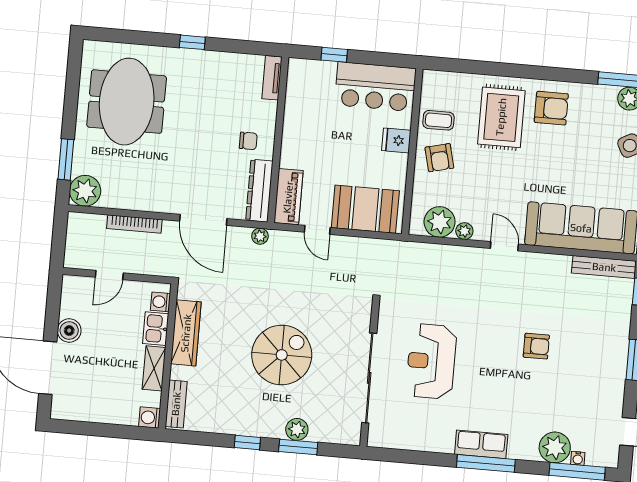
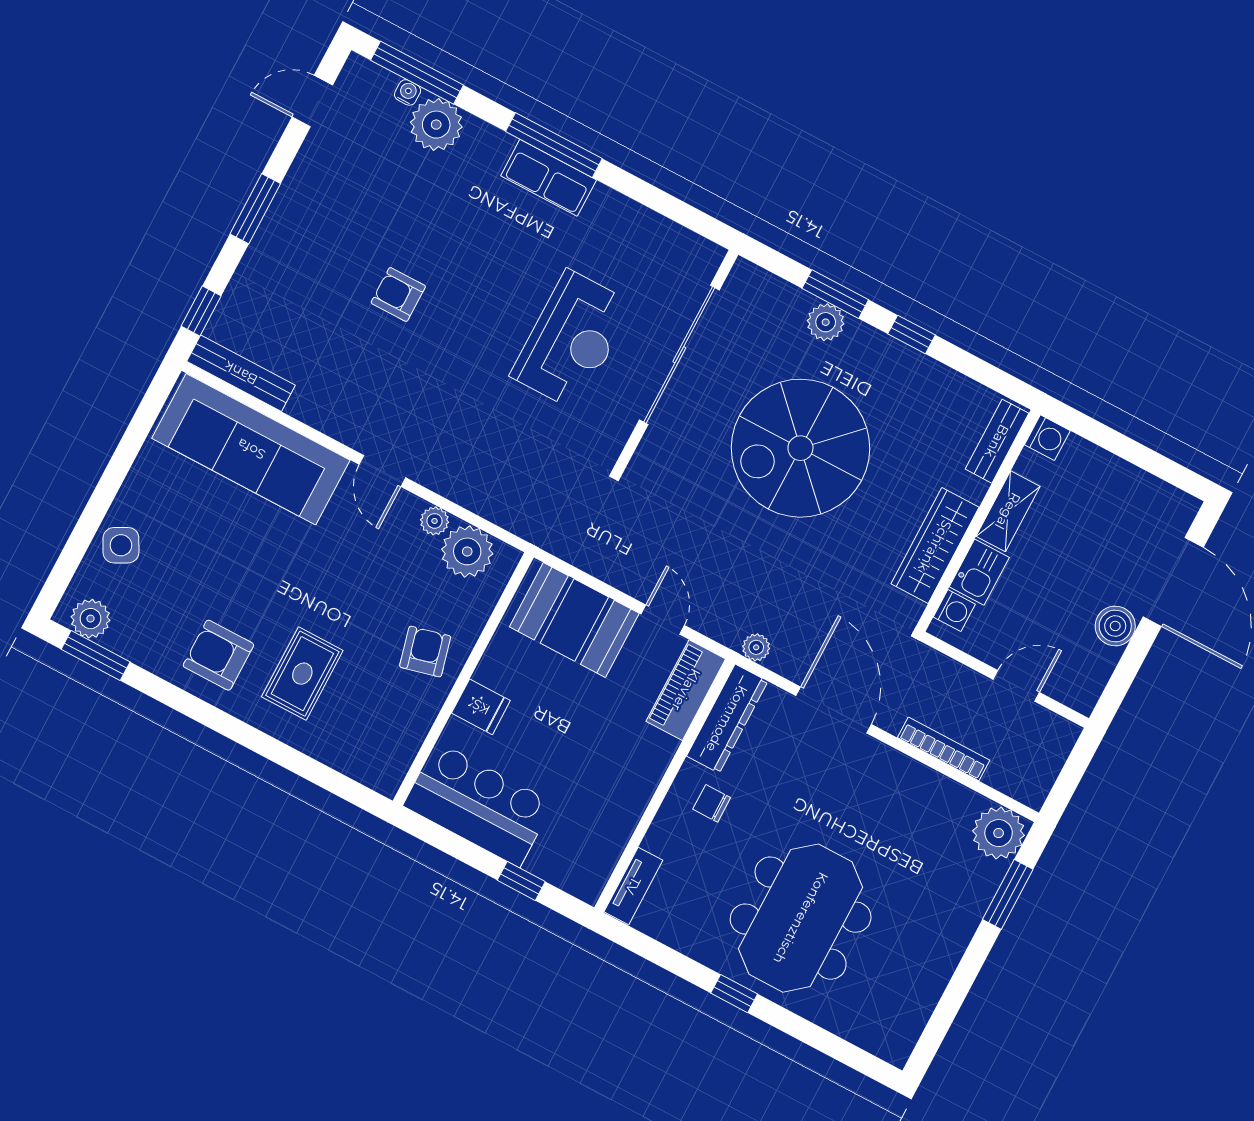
meeting table: (127, 102) -> (801, 918), moved
rug: (501, 117) -> (302, 674), width x0.73, depth x0.70
coffee table: (438, 120) -> (402, 710), removed
spiral stairs: (282, 355) -> (800, 448), width x1.37, depth x1.37

